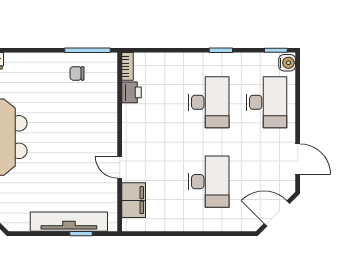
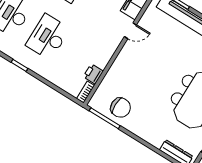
chair: (77, 73) -> (121, 108), width x1.87, depth x1.87
door: (120, 167) -> (130, 31), hinge flipped

